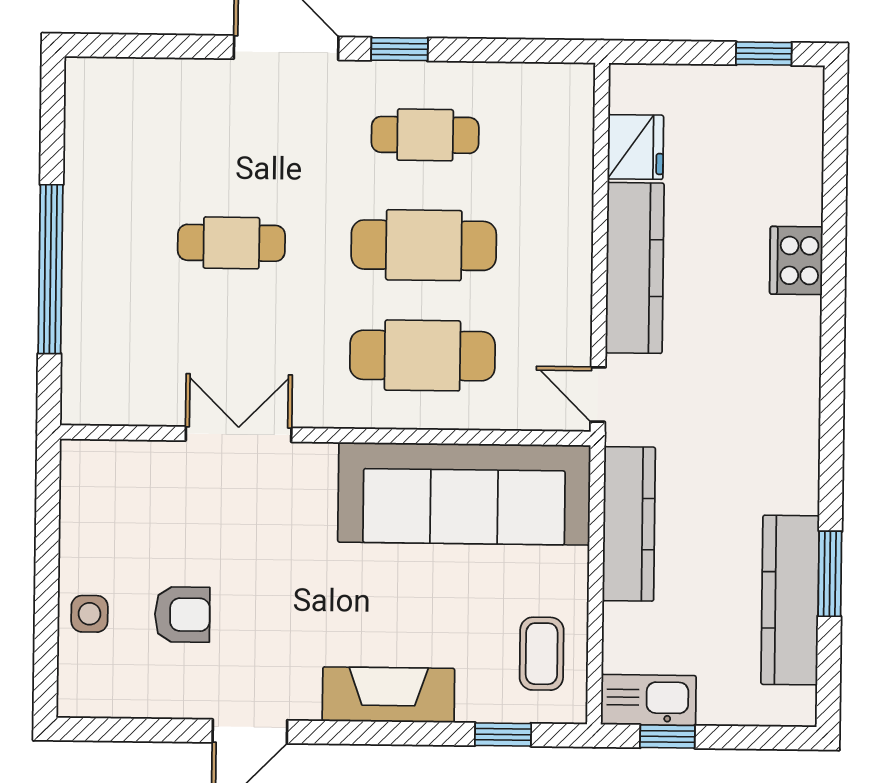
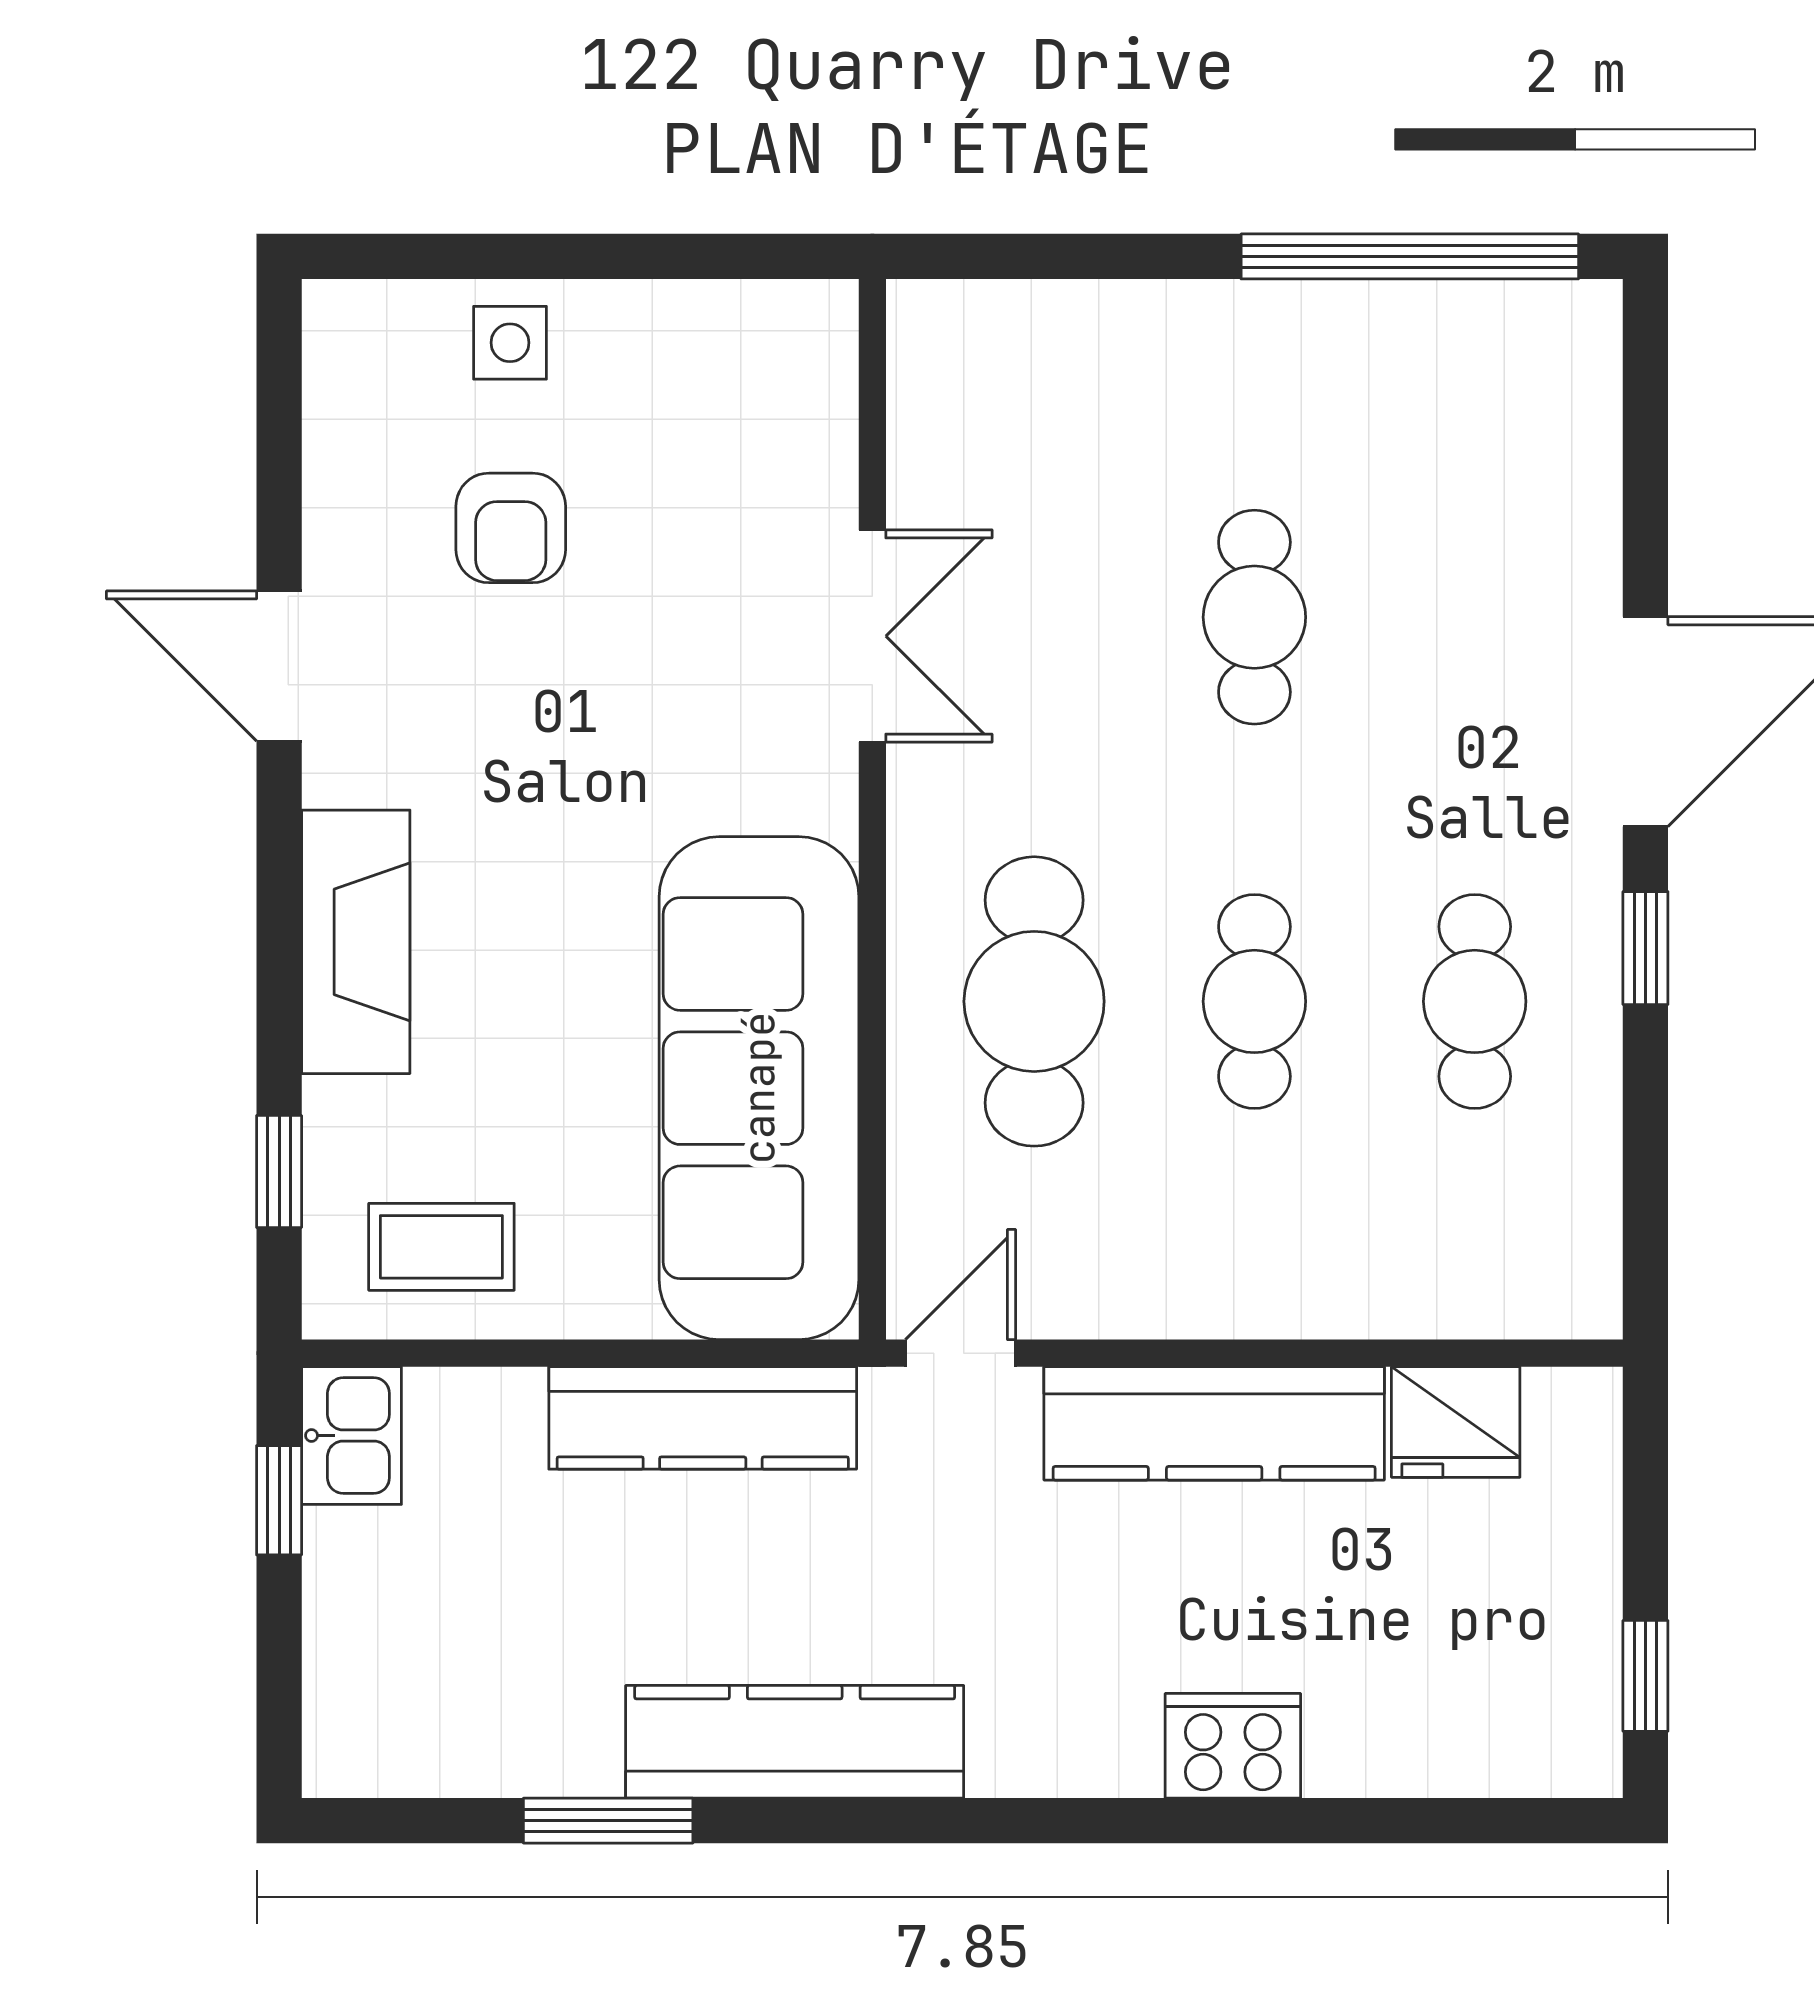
cafe table: (424, 245) -> (1254, 1001), width x0.73, depth x0.74
window: (51, 269) -> (1410, 256), moved
kitchen counter: (790, 600) -> (795, 1742), moved
kitchen sink: (648, 700) -> (351, 1436), width x0.73

